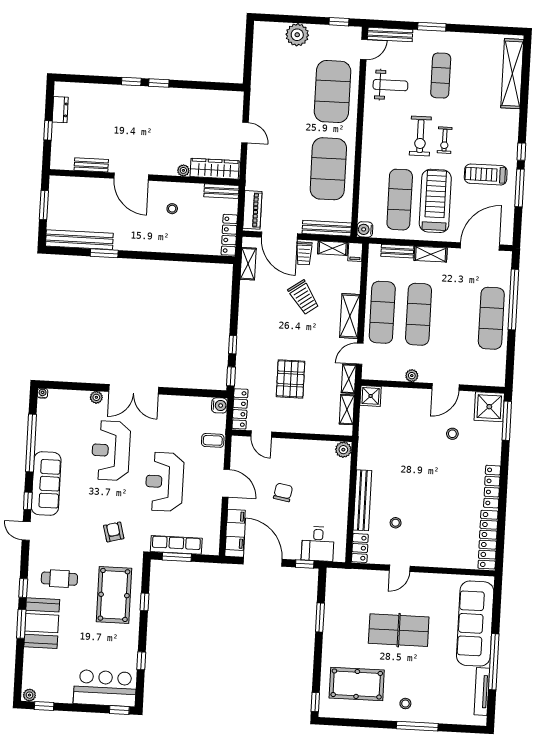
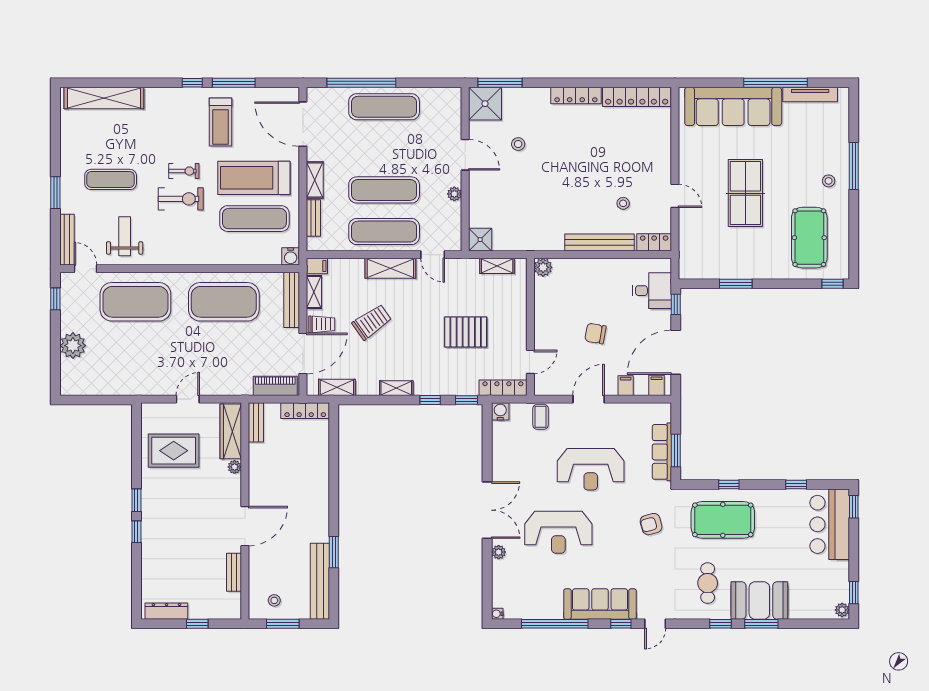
dresser: (60, 110) -> (166, 611), width x1.44
rug: (201, 118) -> (174, 451), added
stool: (172, 209) -> (274, 600), moved
shelving: (349, 379) -> (396, 388), moved

